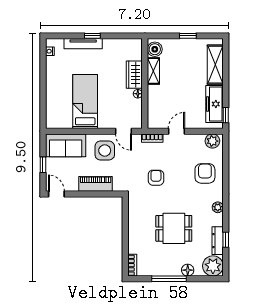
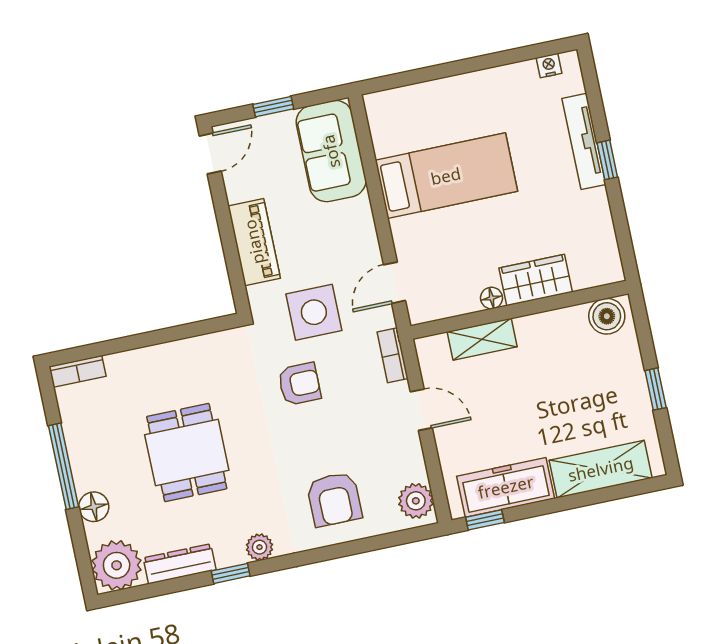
shelving: (153, 71) -> (482, 339), moved
side table: (105, 151) -> (314, 312), moved
armchair: (205, 173) -> (334, 499), turned 90
window: (226, 240) -> (231, 573), moved

